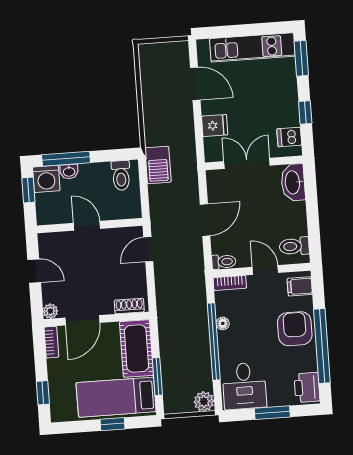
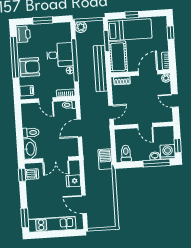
window: (305, 112) -> (22, 175), moved
toilet: (294, 246) -> (31, 133), moved
bench: (168, 327) -> (100, 68), added
armchair: (295, 329) -> (30, 67), turned -90
desk: (244, 386) -> (60, 55), moved, turned 90

